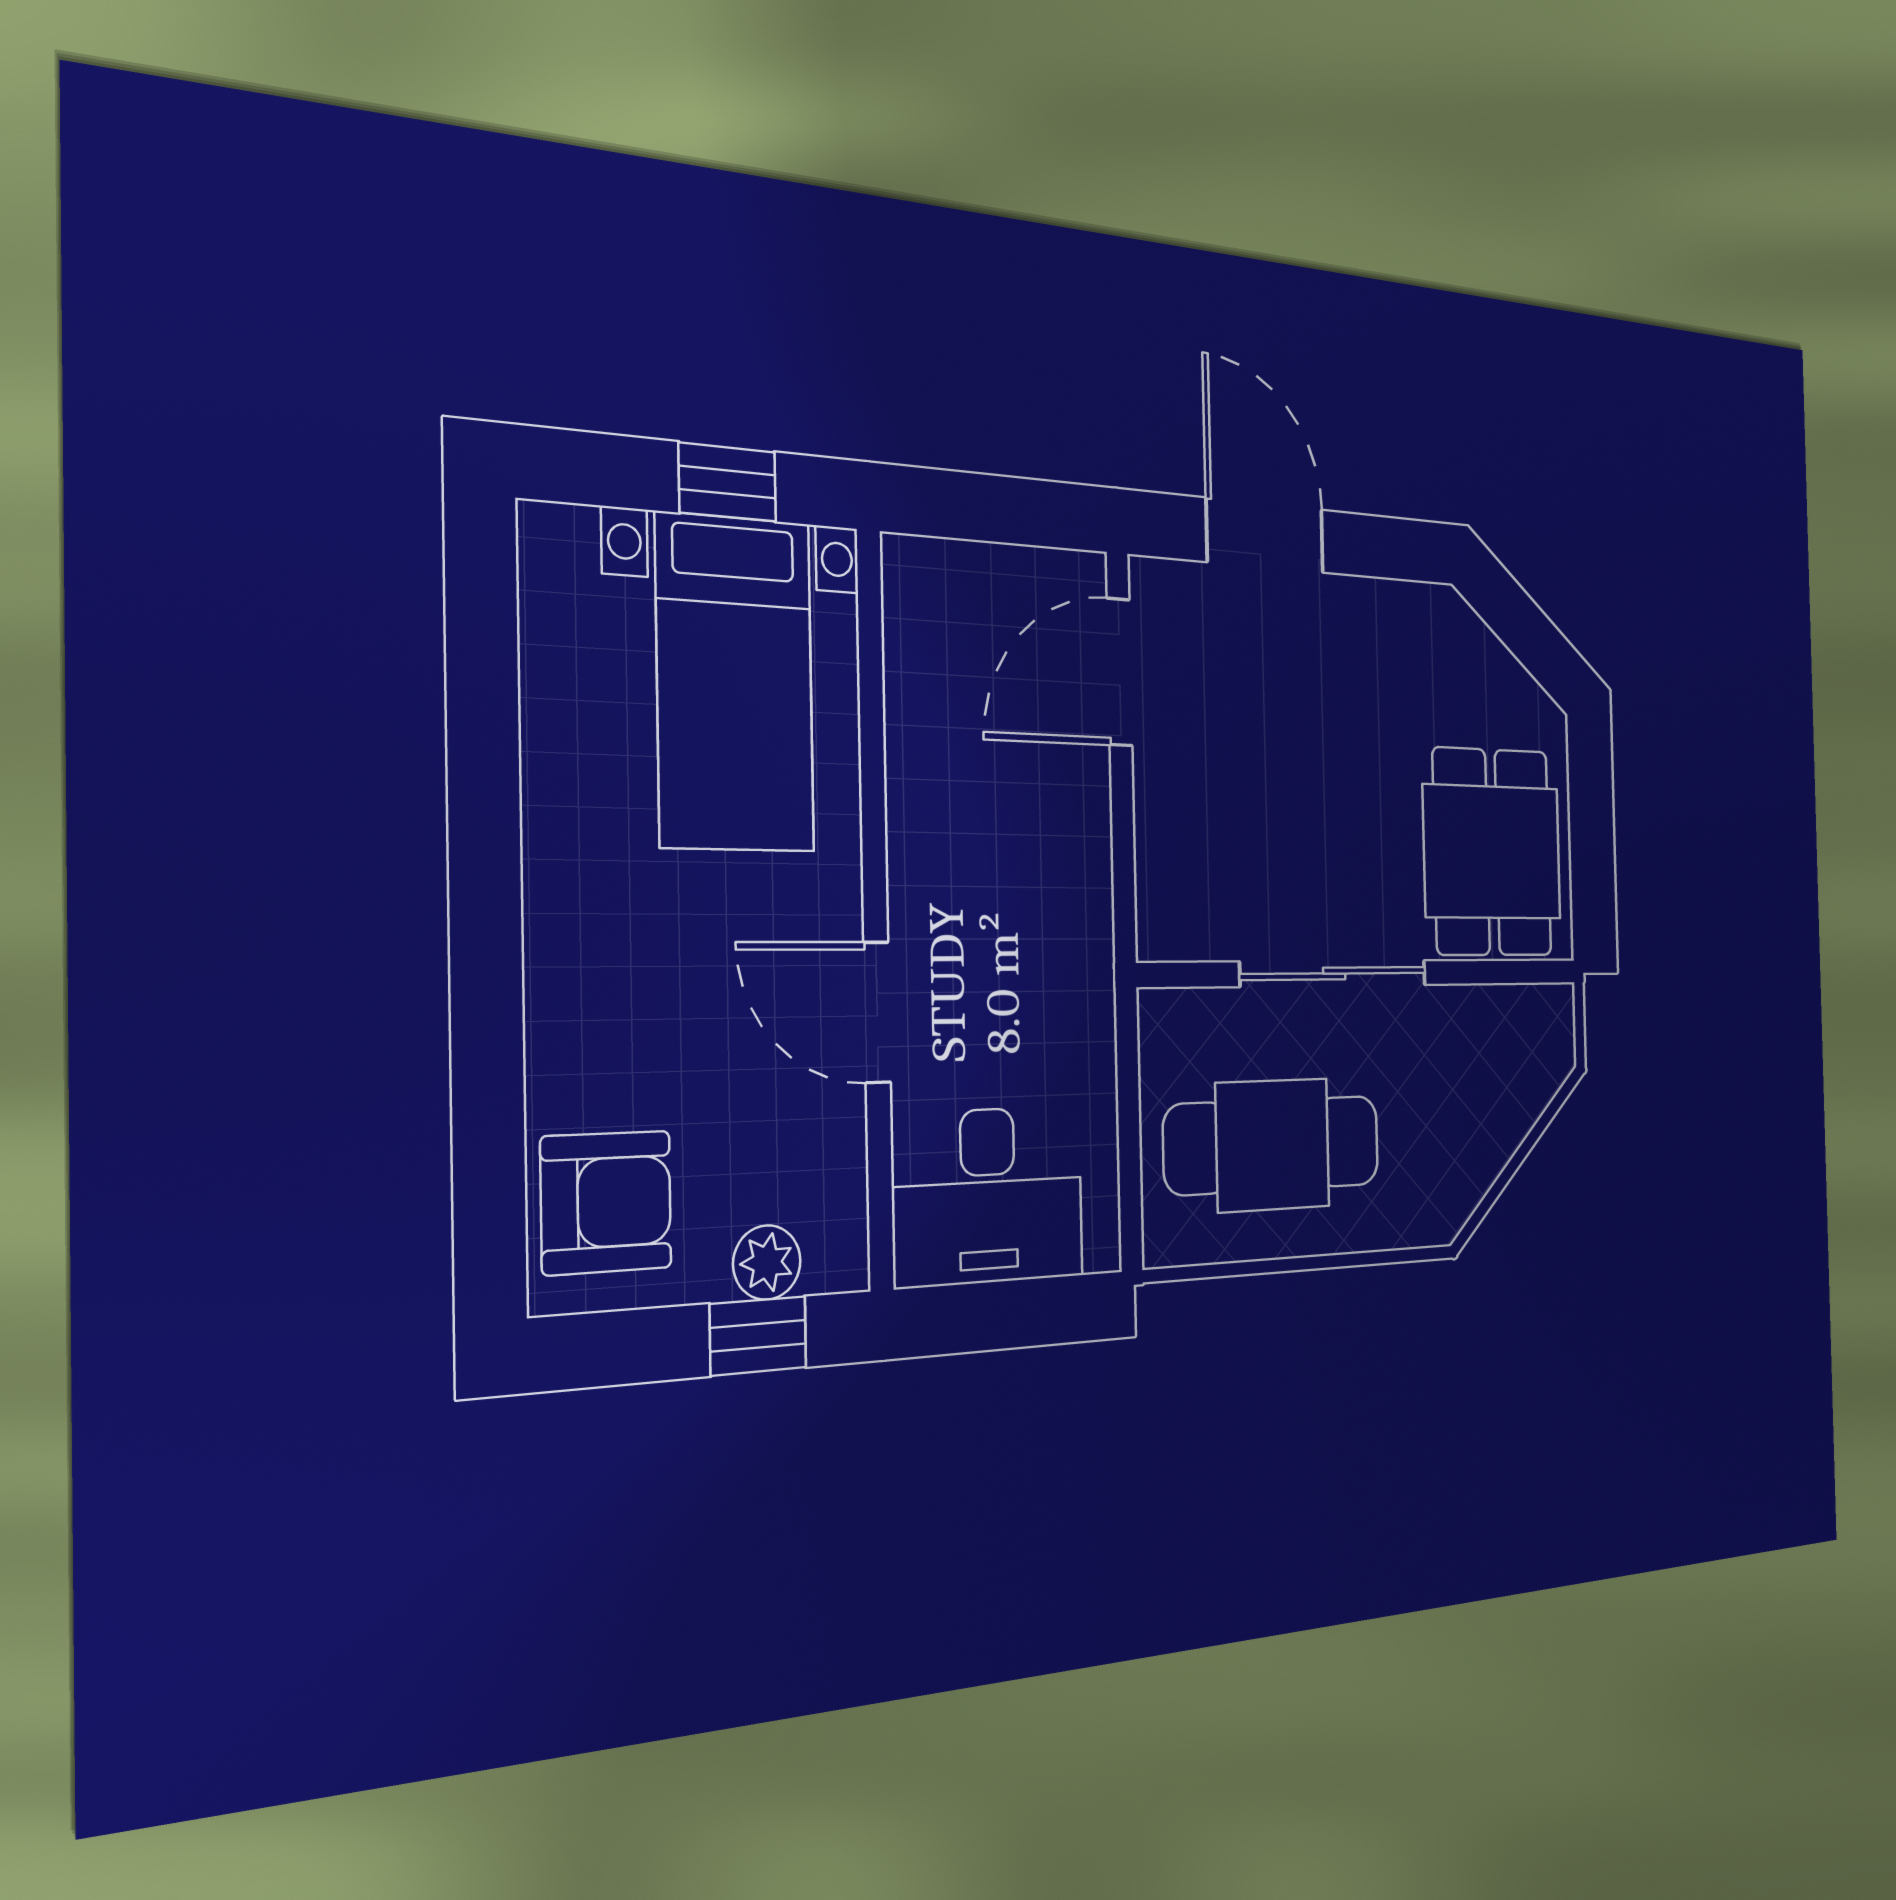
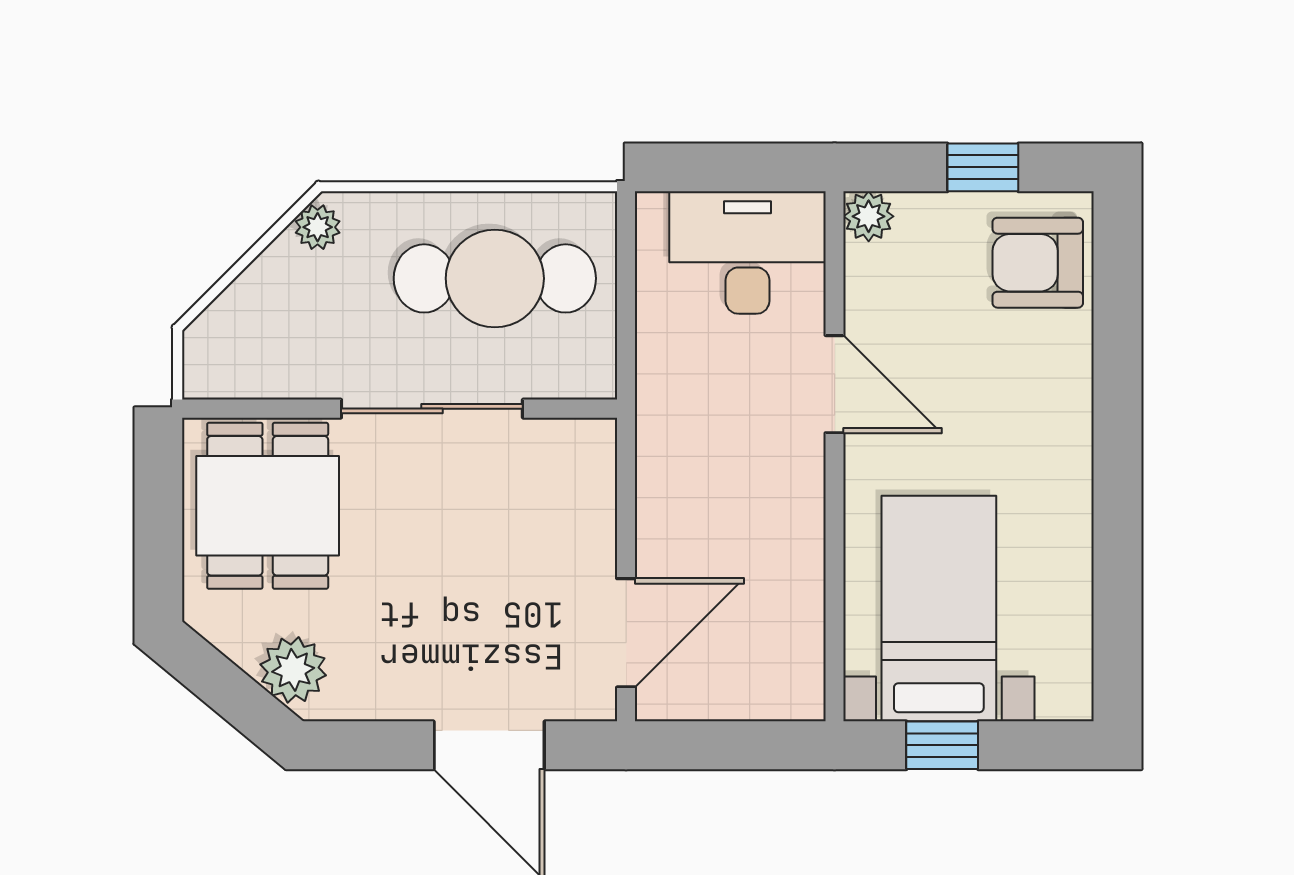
plant: (1463, 648) -> (293, 670), added
plant: (1453, 1201) -> (318, 227), added
plant: (767, 1262) -> (869, 216), moved
window: (758, 1336) -> (983, 167), moved

